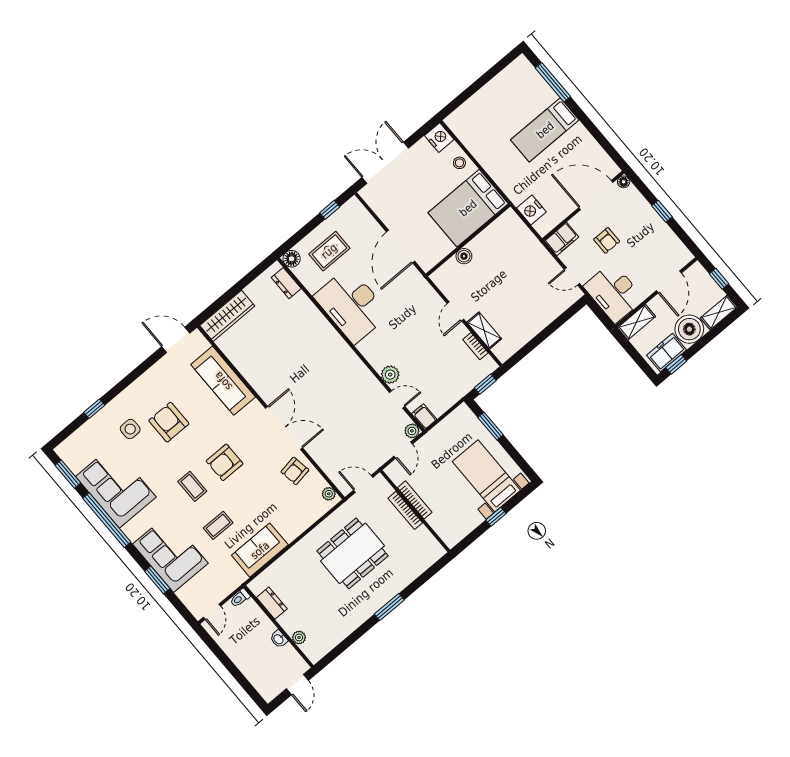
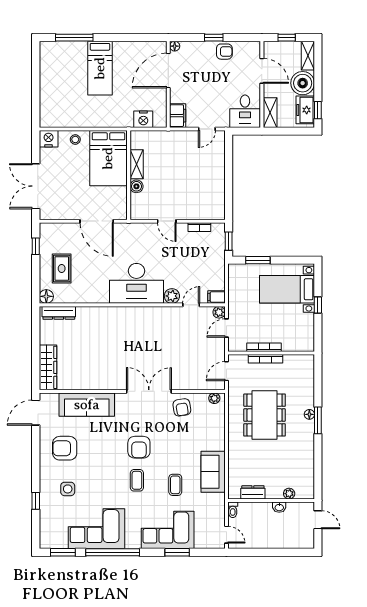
armchair: (607, 240) -> (224, 52), moved
dresser: (286, 283) -> (59, 313), width x1.44
desk: (614, 293) -> (245, 111), width x0.73
desk: (352, 305) -> (136, 283), moved
shelving: (484, 331) -> (137, 164), moved, turned 90
armchair: (169, 422) -> (65, 448), moved
door: (403, 450) -> (226, 328), swing flipped
coffee table: (192, 486) -> (137, 480), turned 90
floor lamp: (388, 594) -> (309, 414), added

